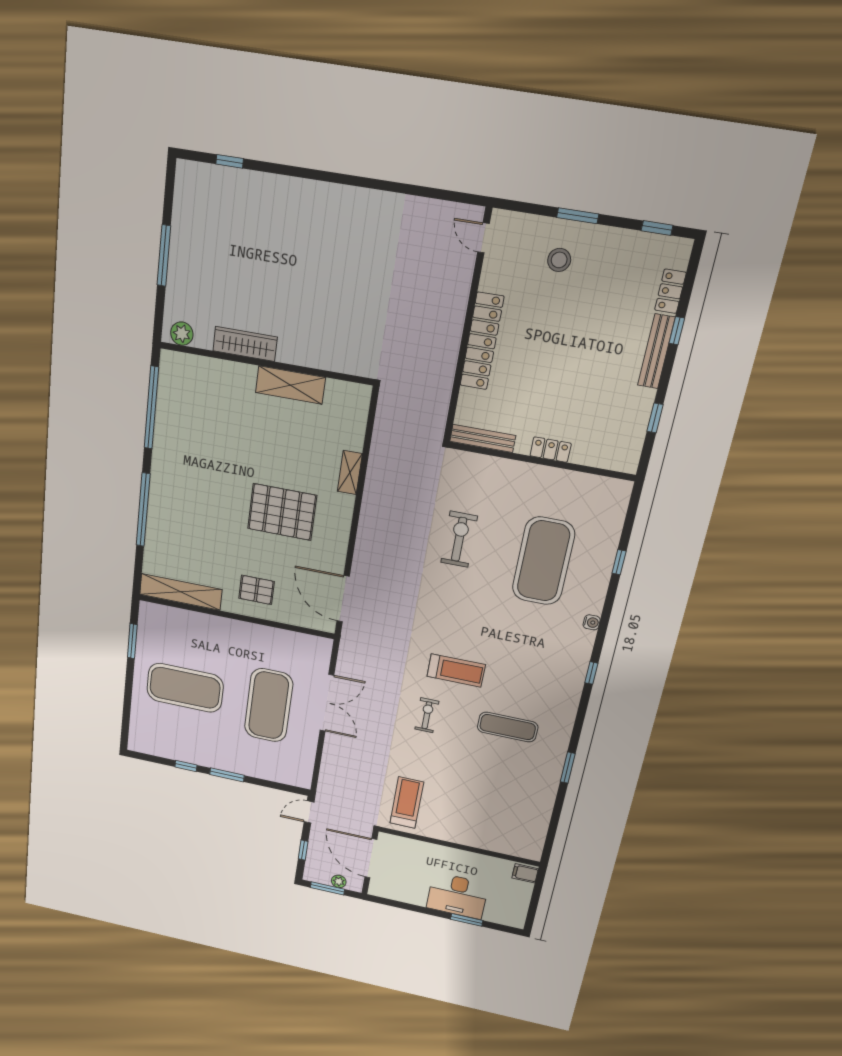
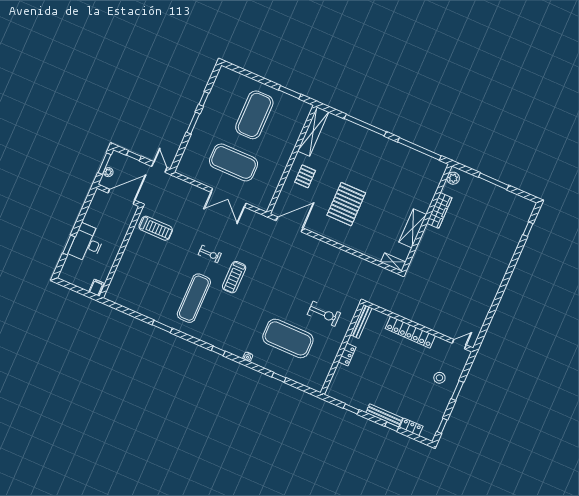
shelving: (350, 473) -> (393, 262), moved
exercise bike: (459, 539) -> (324, 314), moved
exercise mat: (508, 727) -> (194, 298), width x1.36, depth x1.45

